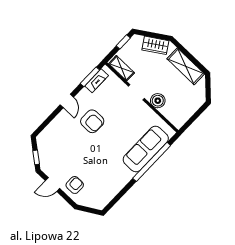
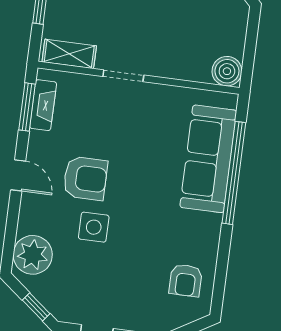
boiler: (158, 101) -> (227, 71), moved
plant: (50, 136) -> (33, 255), added
side table: (81, 143) -> (94, 227), added
armchair: (75, 185) -> (186, 280), moved, turned 180

